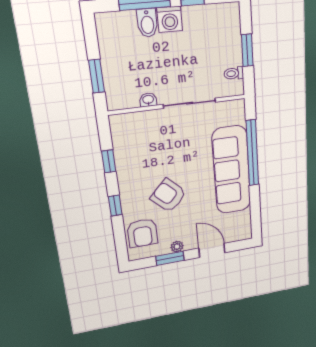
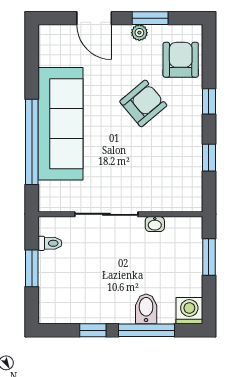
washing machine: (170, 19) -> (189, 311), moved
armchair: (168, 196) -> (143, 103), turned -84

